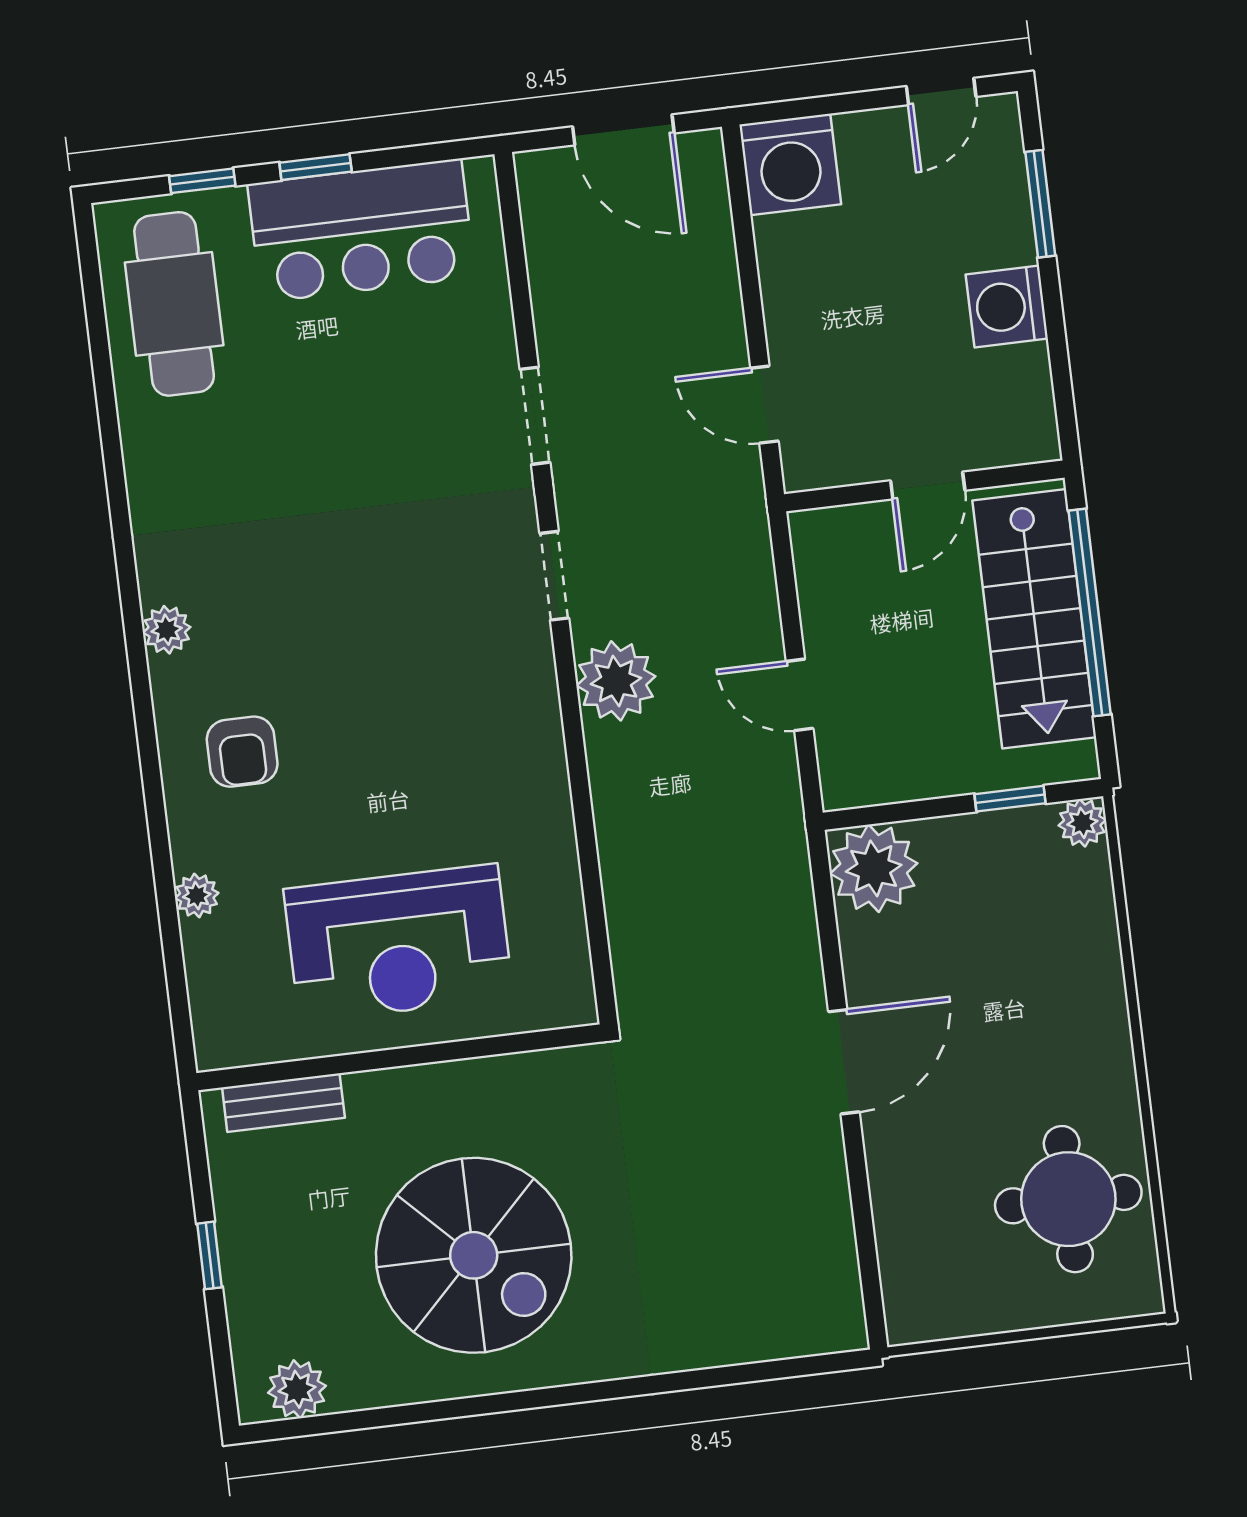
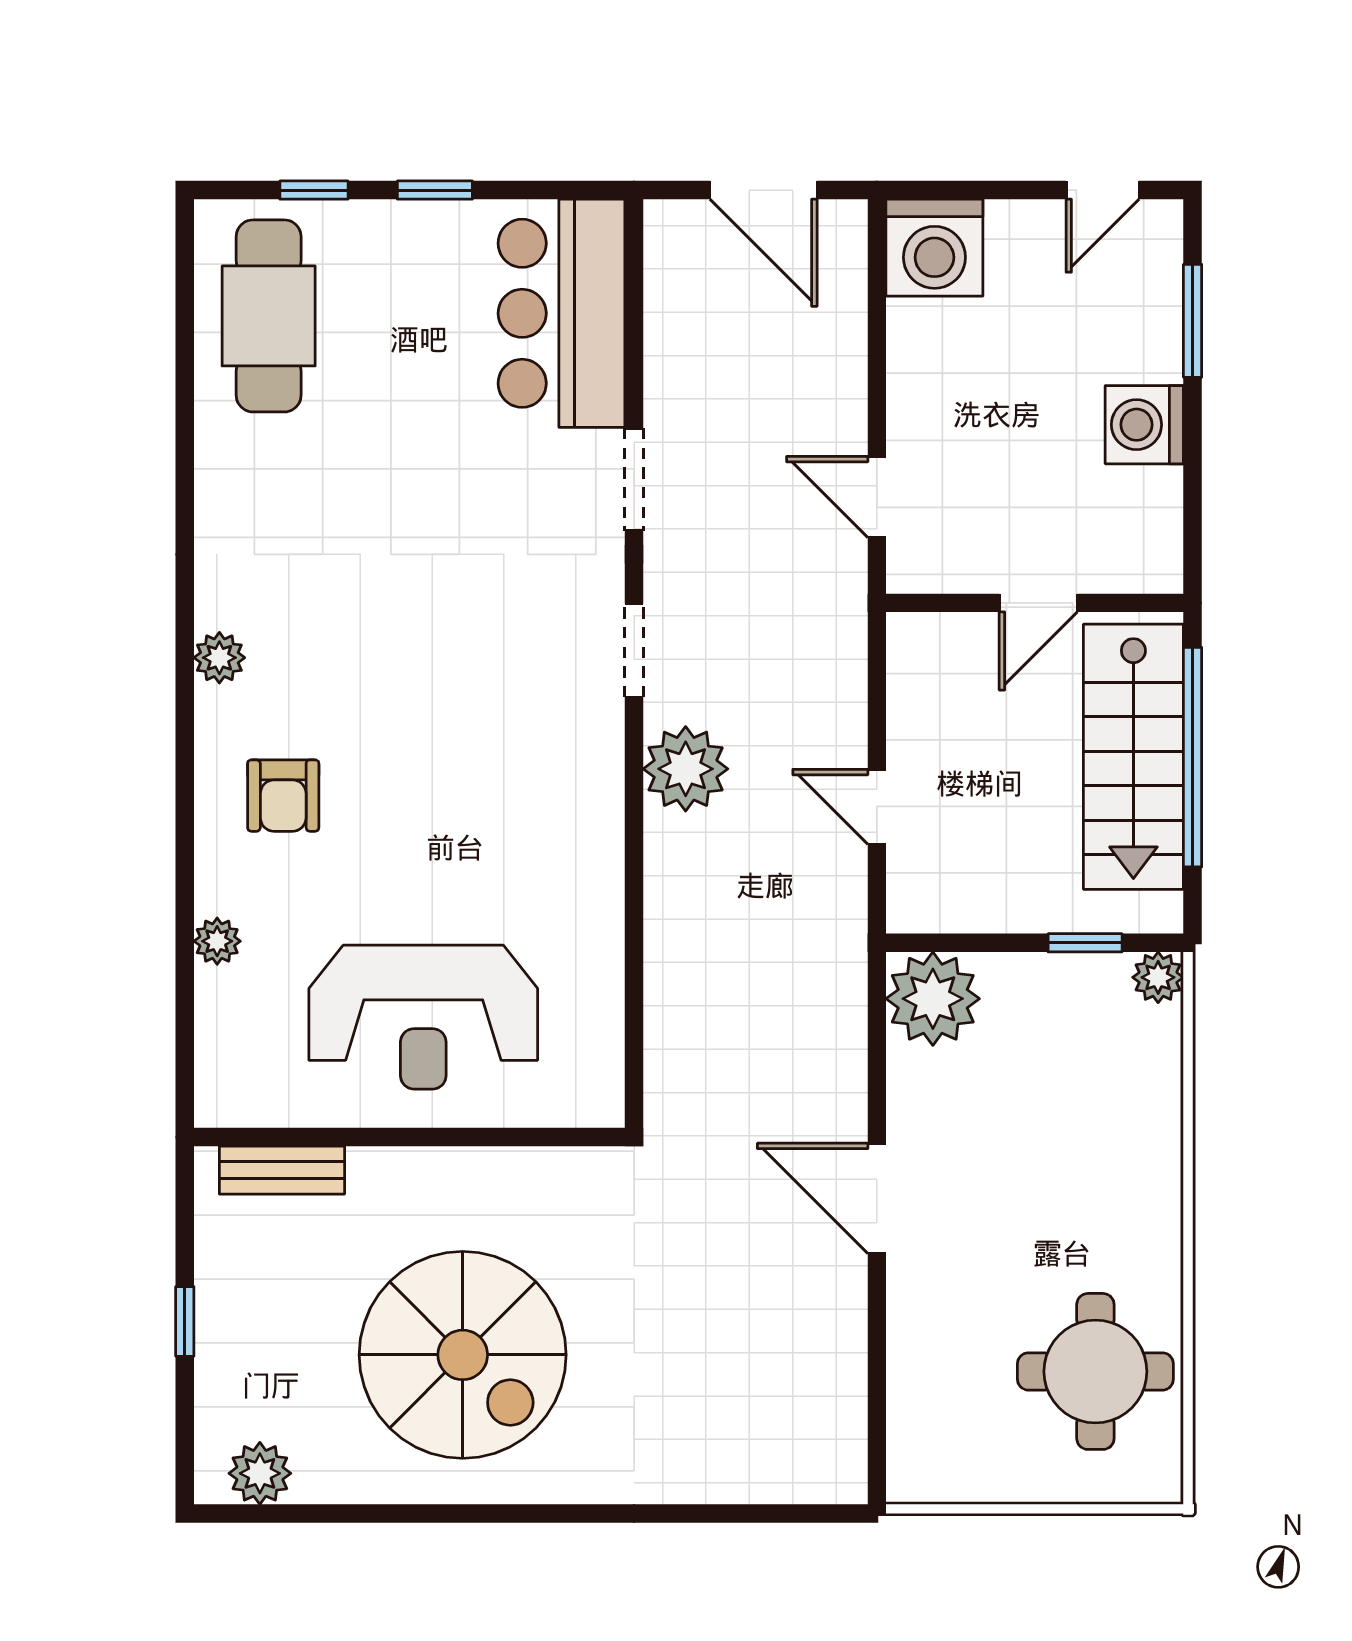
bar counter: (361, 231) -> (561, 313), moved, turned 90
door: (844, 1062) -> (877, 1198), swing flipped

